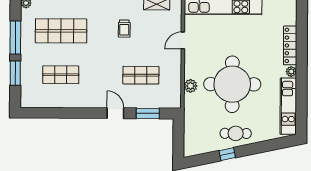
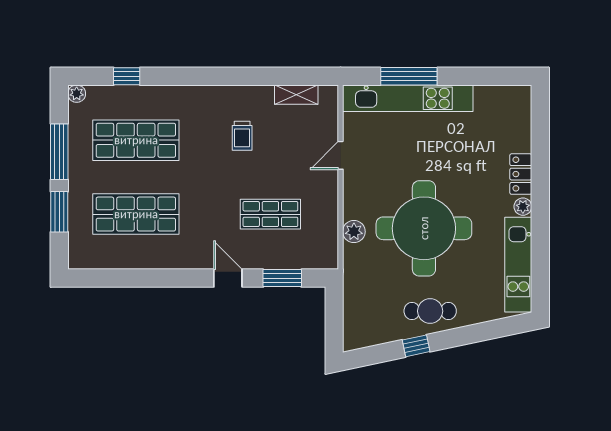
locker: (290, 45) -> (521, 174), width x0.66
shop shelf: (61, 75) -> (136, 214), width x1.43, depth x1.36

